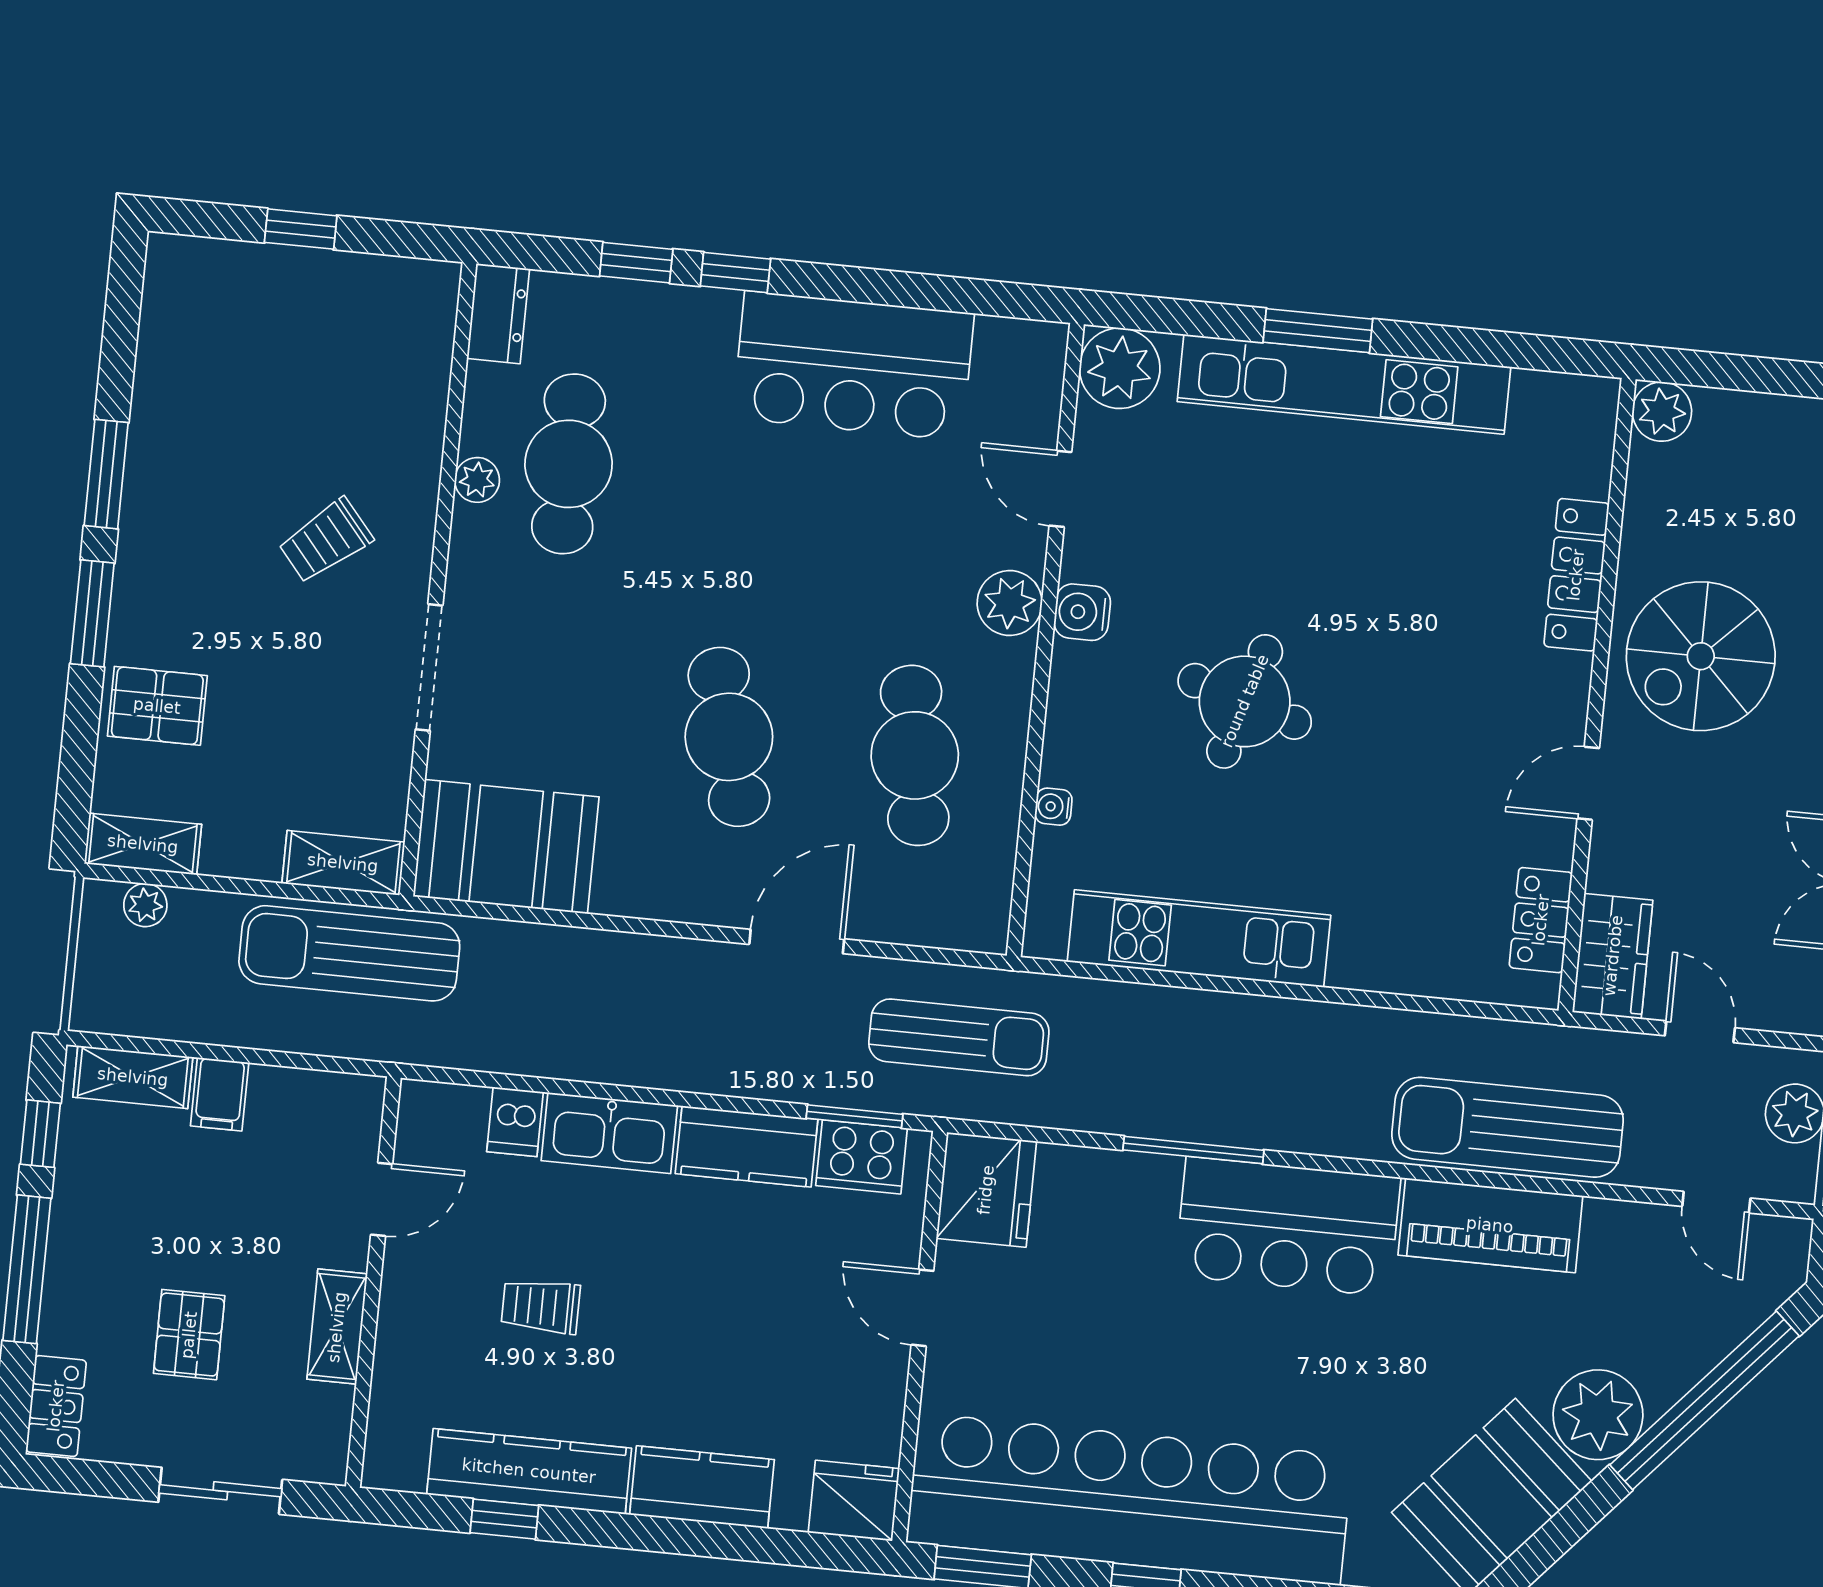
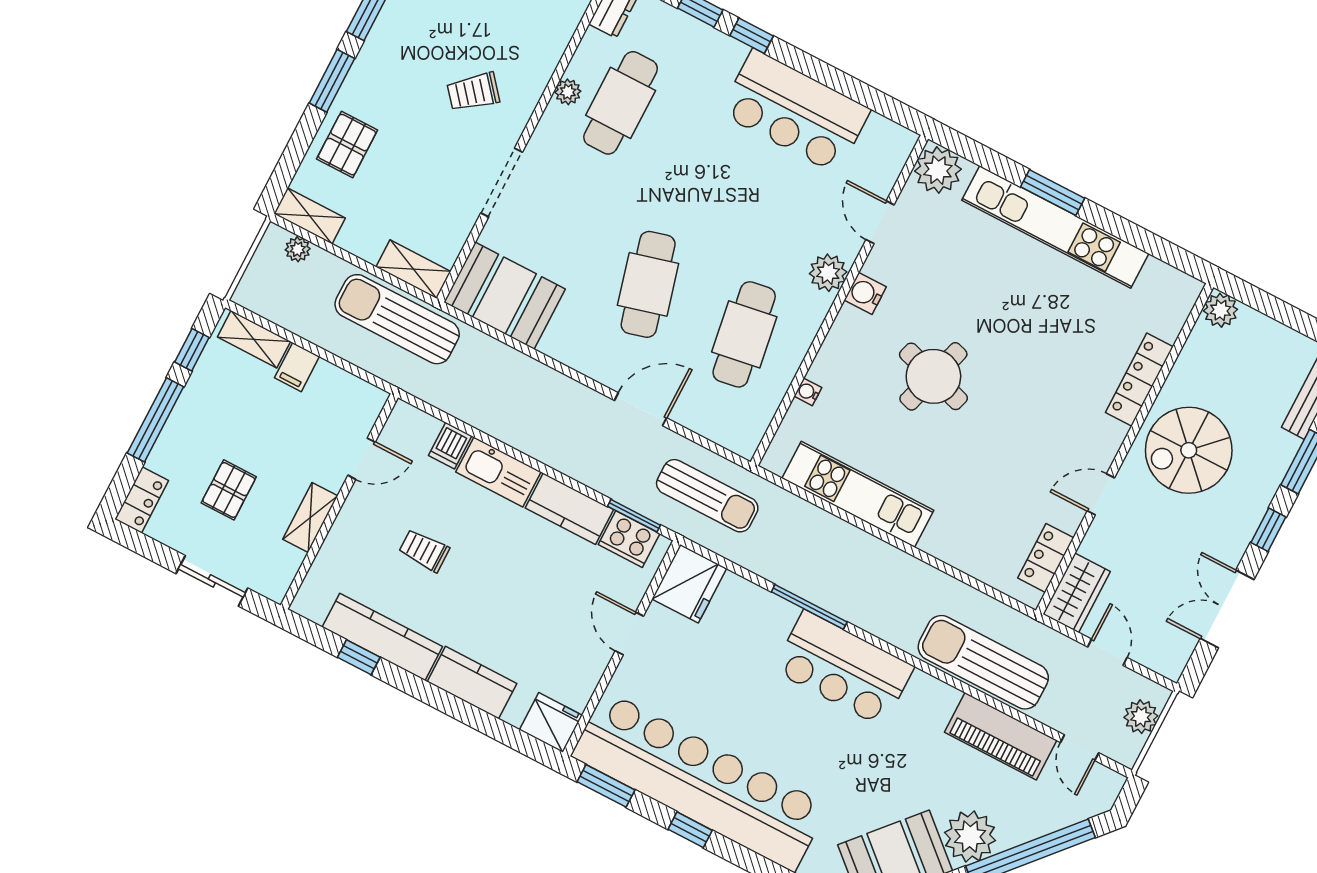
pallet: (157, 706) -> (347, 145), turned 90
piano: (1490, 1225) -> (1001, 736), moved

